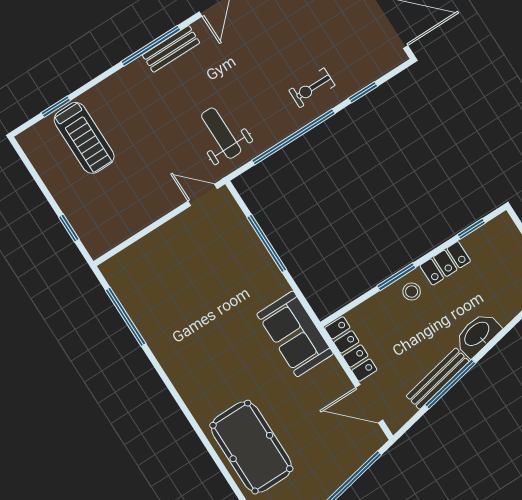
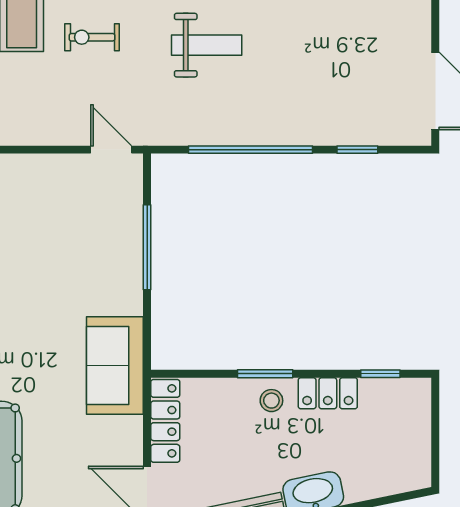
exercise bike: (312, 88) -> (92, 37), moved
weight bench: (221, 133) -> (207, 45), moved, turned 90

